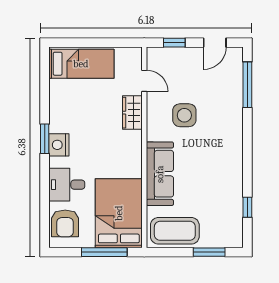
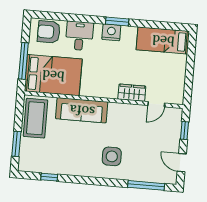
bed: (81, 64) -> (163, 40), moved, turned 90
side table: (184, 115) -> (112, 156), moved

